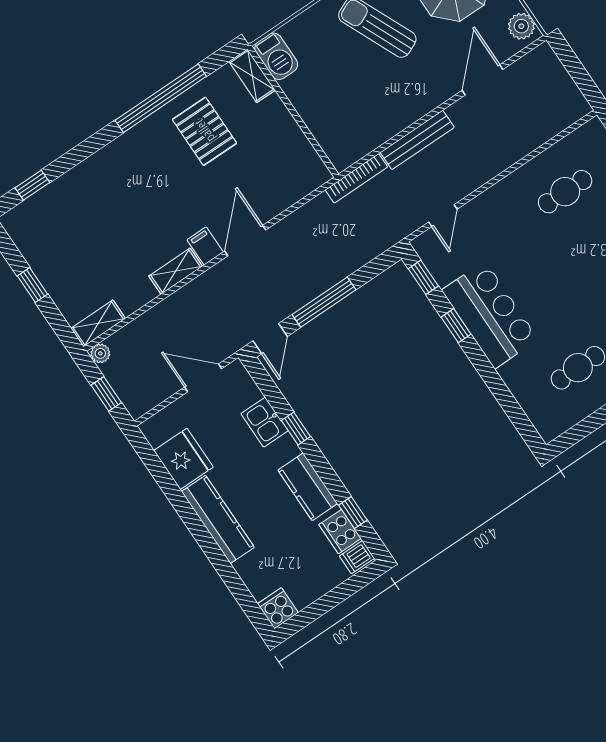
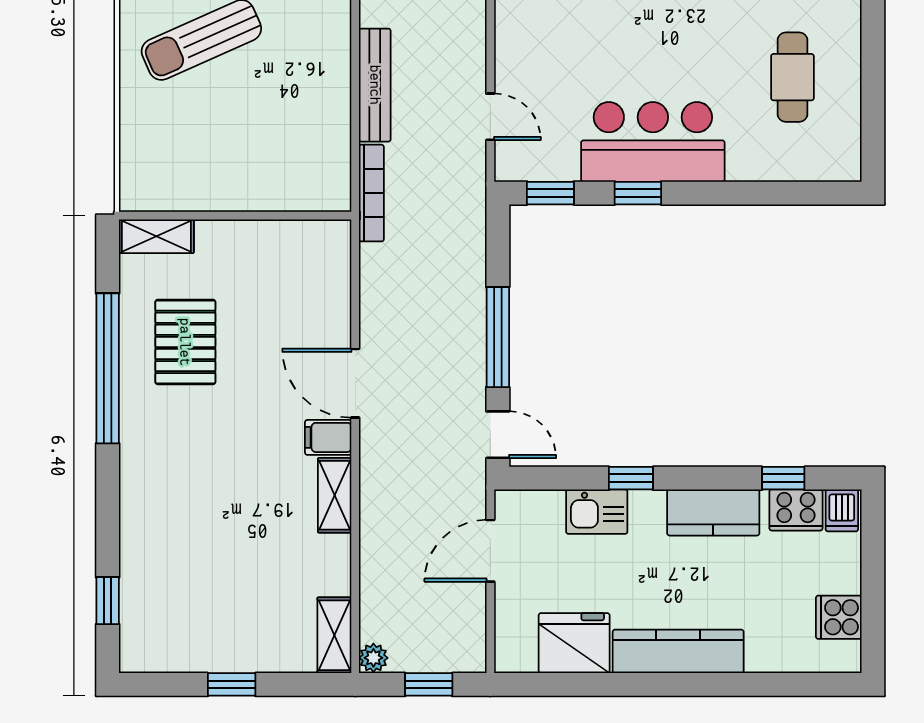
barbecue: (276, 56) -> (152, 190), removed
pallet: (204, 131) -> (185, 342), turned 90
cooker: (278, 608) -> (839, 617), moved

